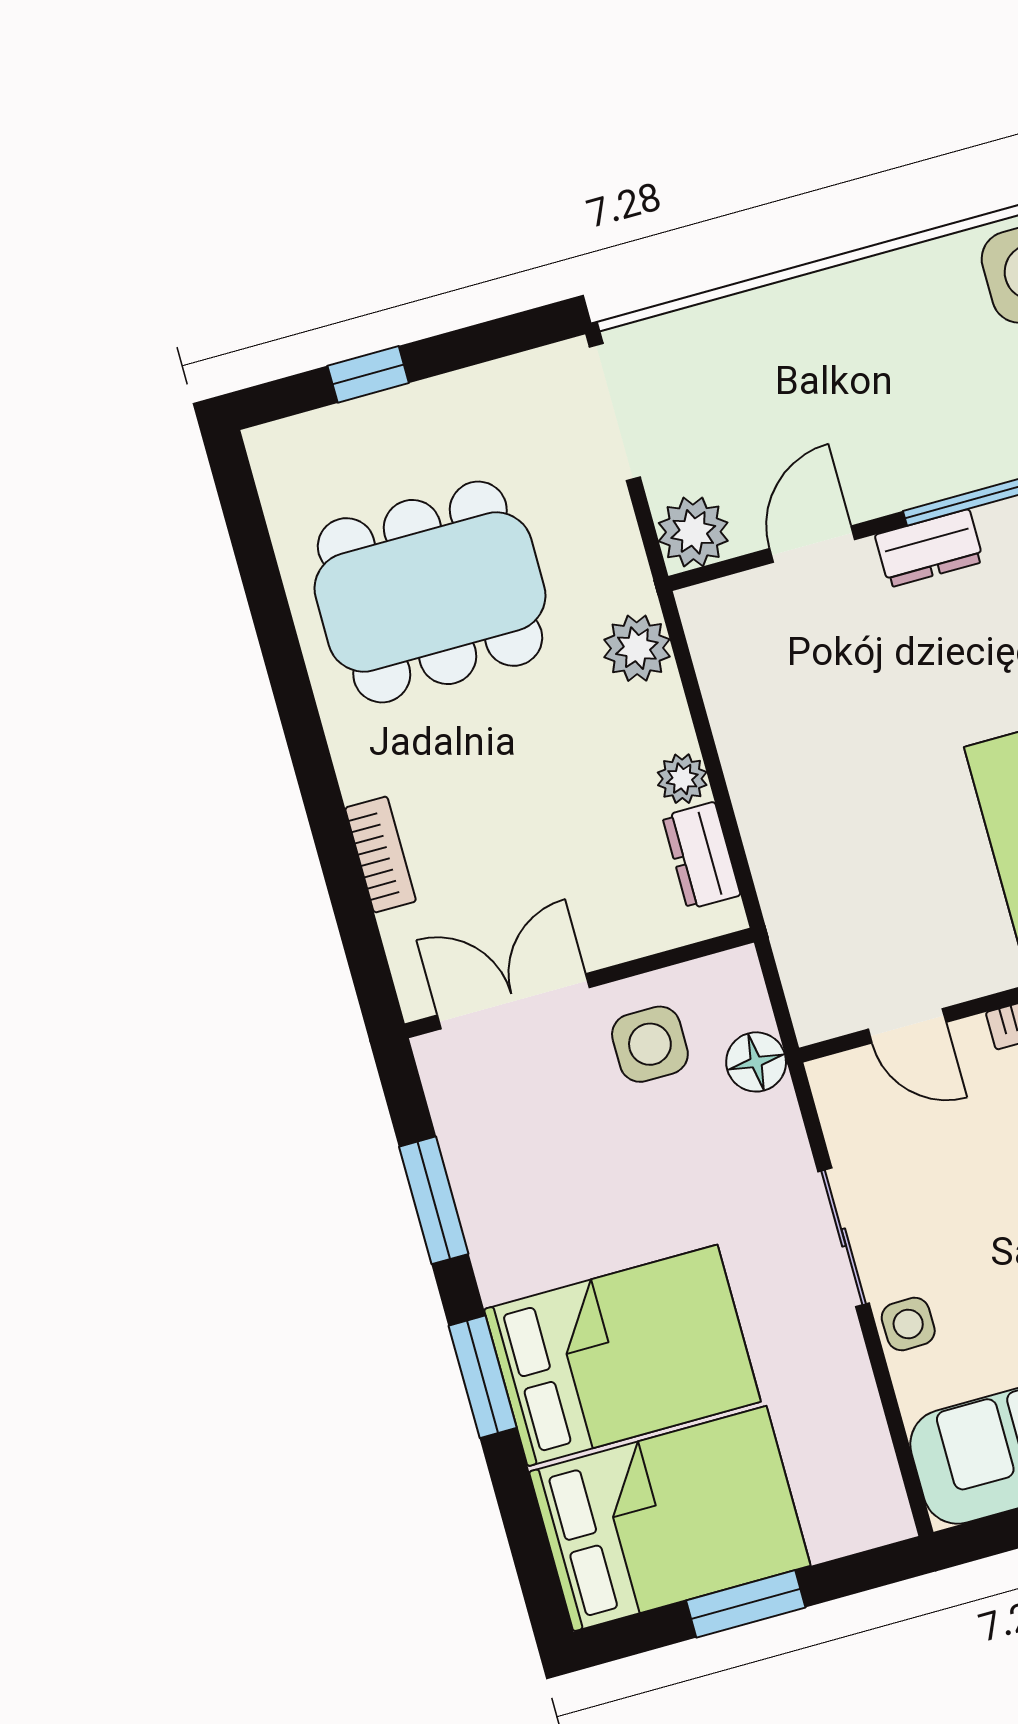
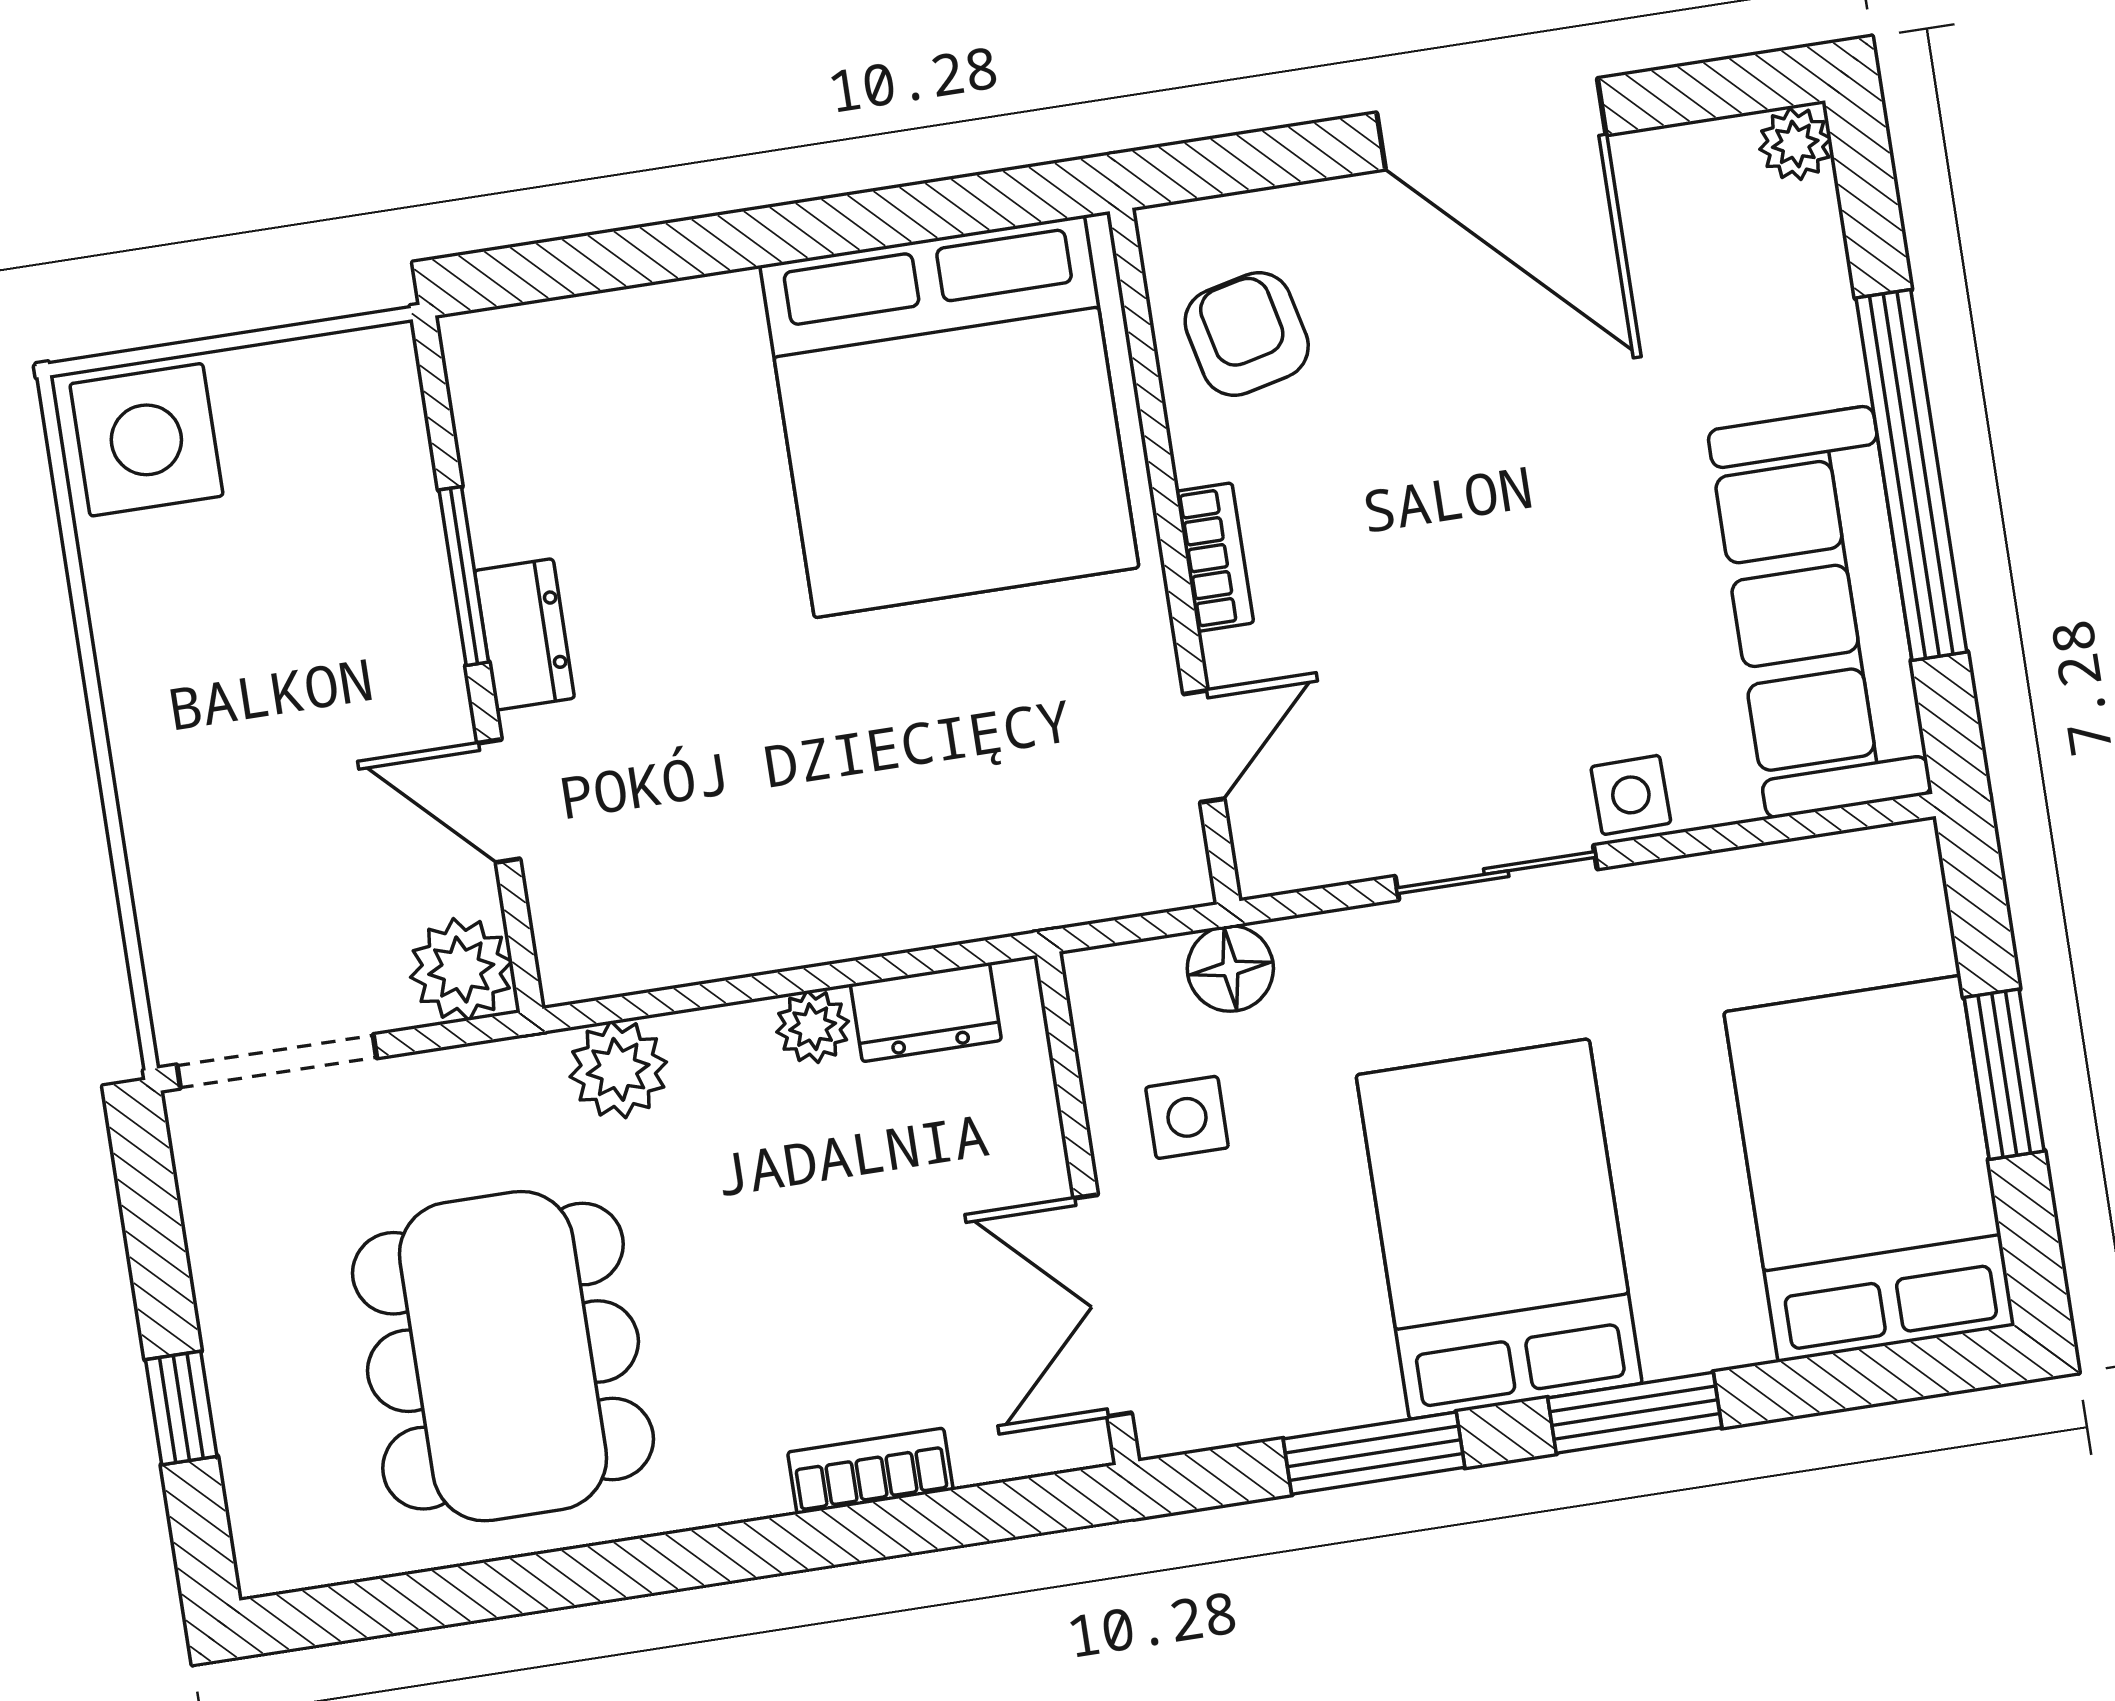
side table: (650, 1044) -> (1187, 1117), width x0.73, depth x0.73
bed: (622, 1355) -> (1499, 1229), moved

